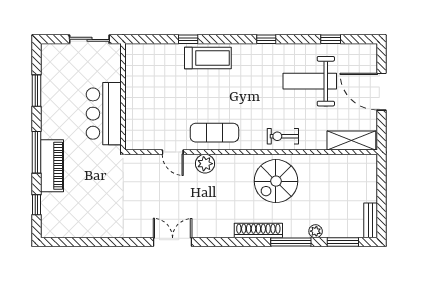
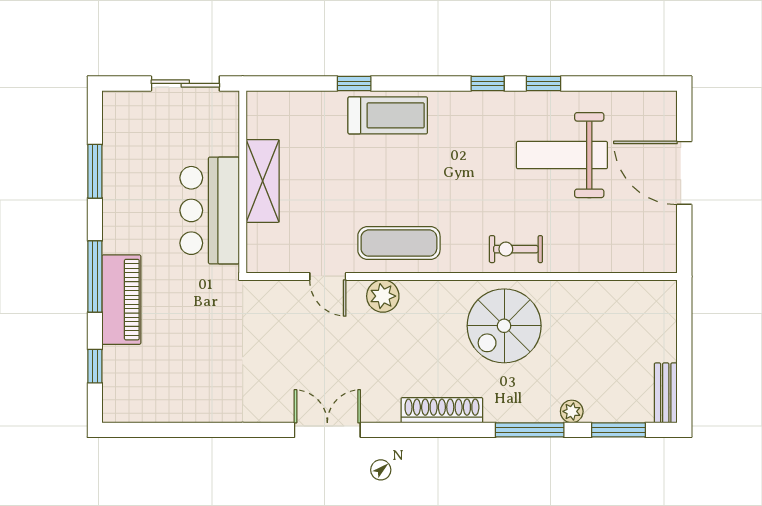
window: (331, 39) -> (544, 83), moved
shelving: (351, 141) -> (263, 181), moved, turned 90
shoe rack: (258, 230) -> (442, 410), moved

